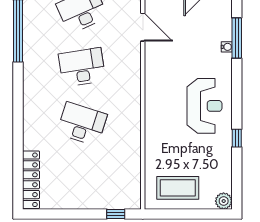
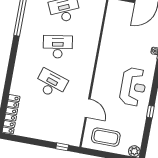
door: (143, 27) -> (88, 108), moved

